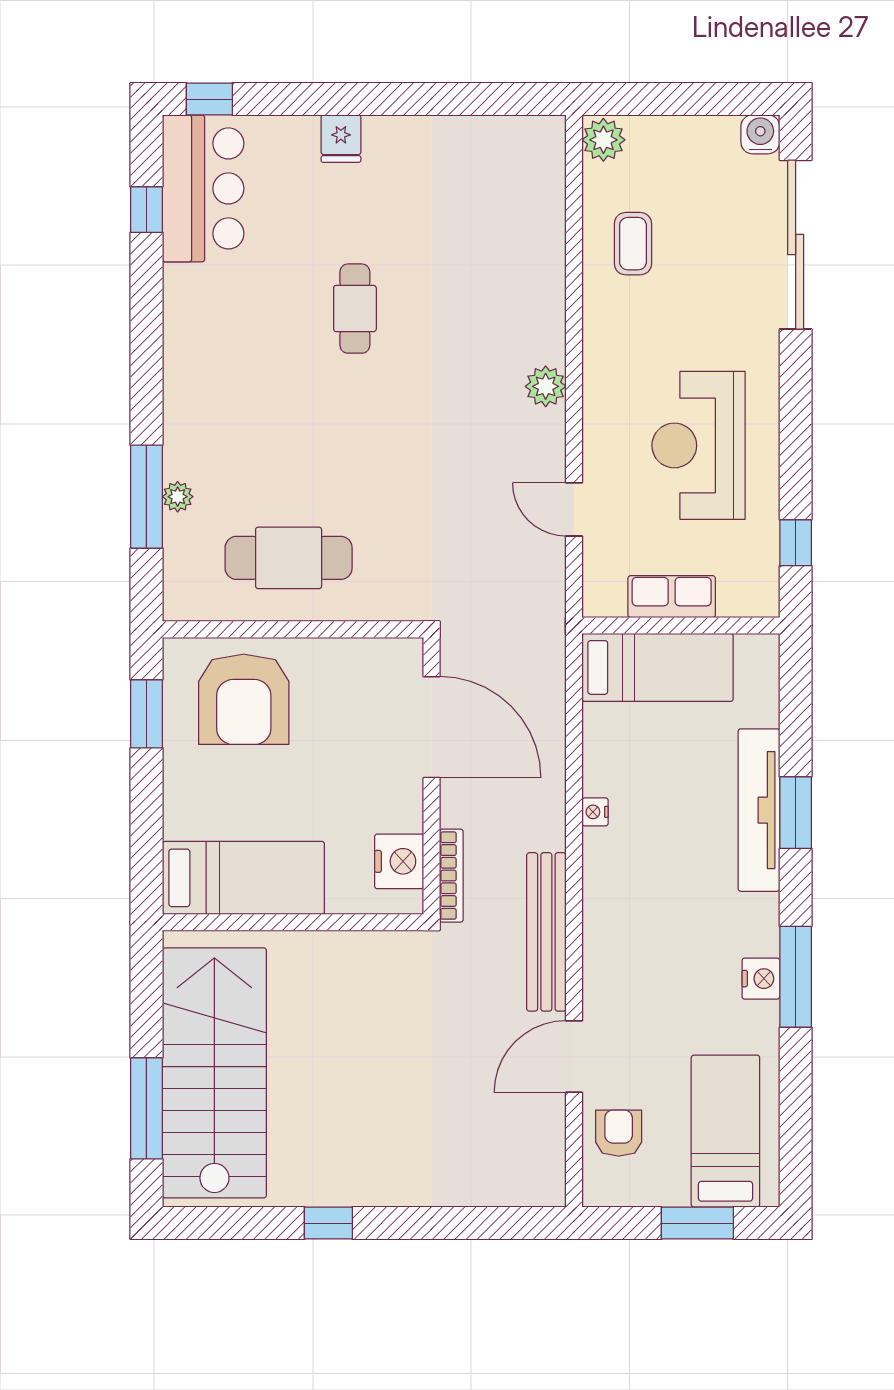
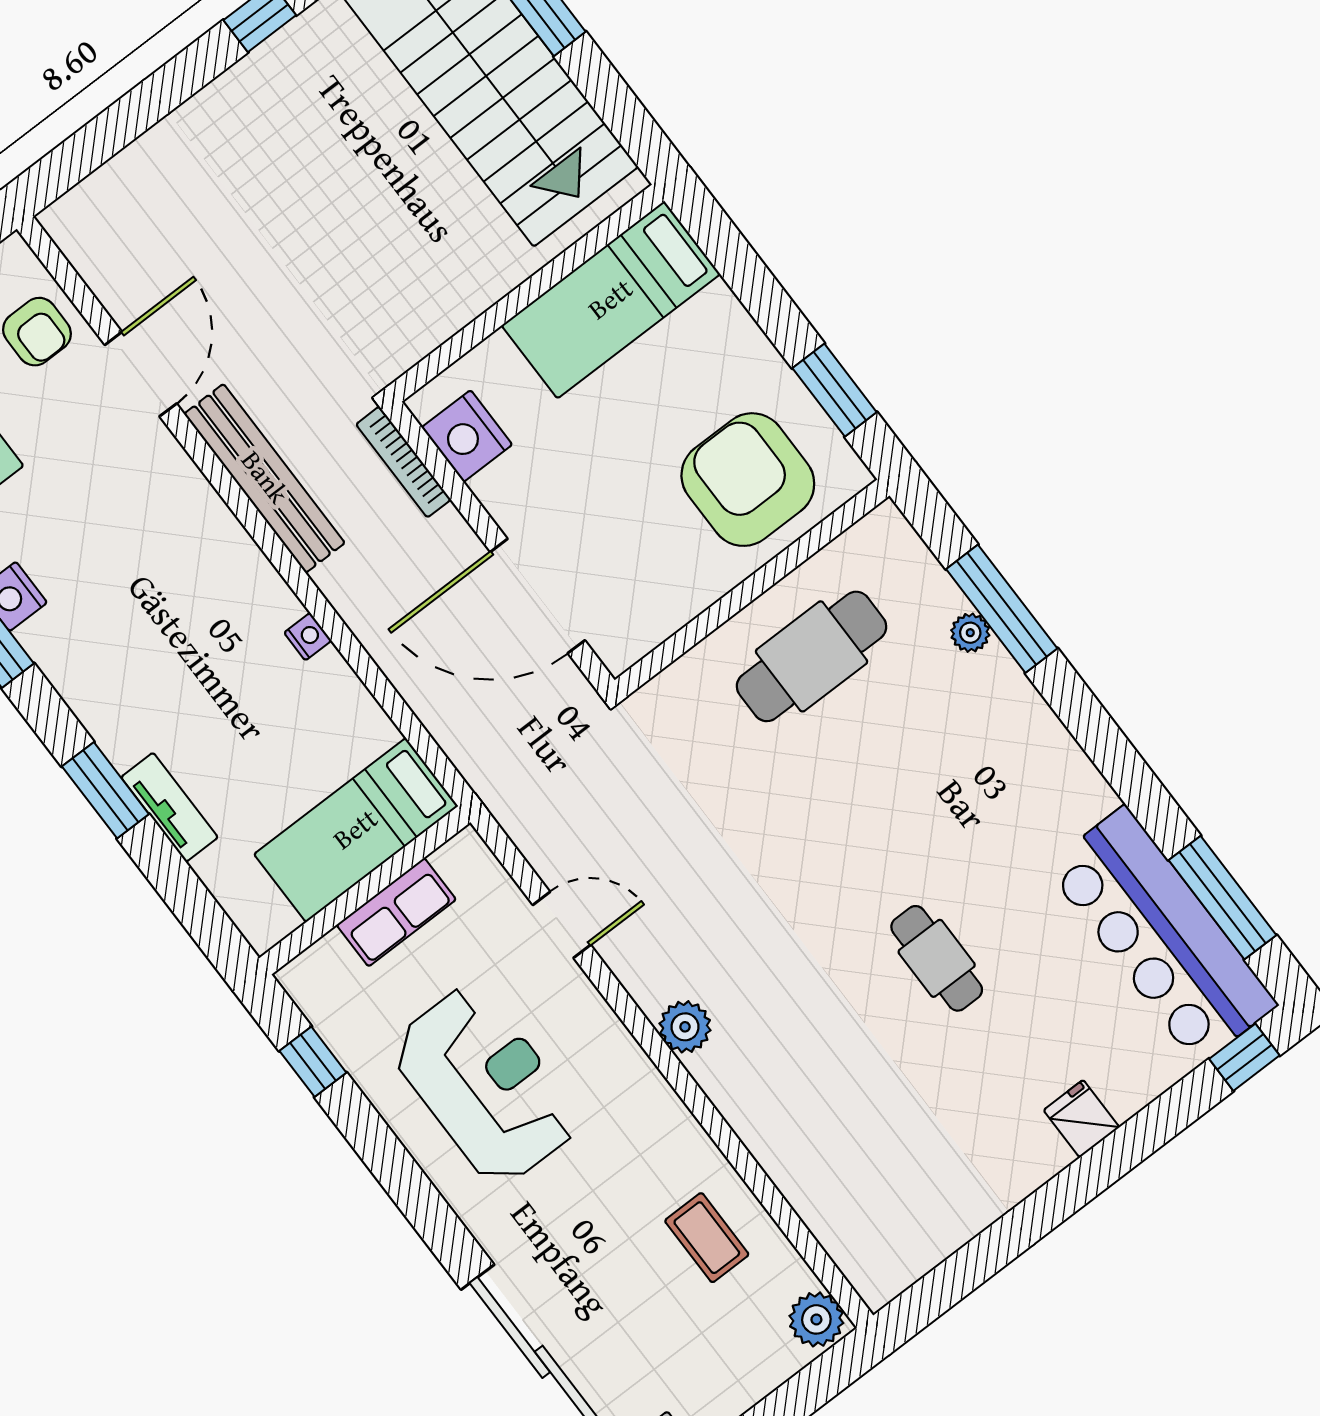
bar counter: (203, 188) -> (1161, 936), width x1.36
window: (146, 210) -> (1223, 898), width x2.17
tv unit: (759, 810) -> (169, 807), width x0.52, depth x0.78

